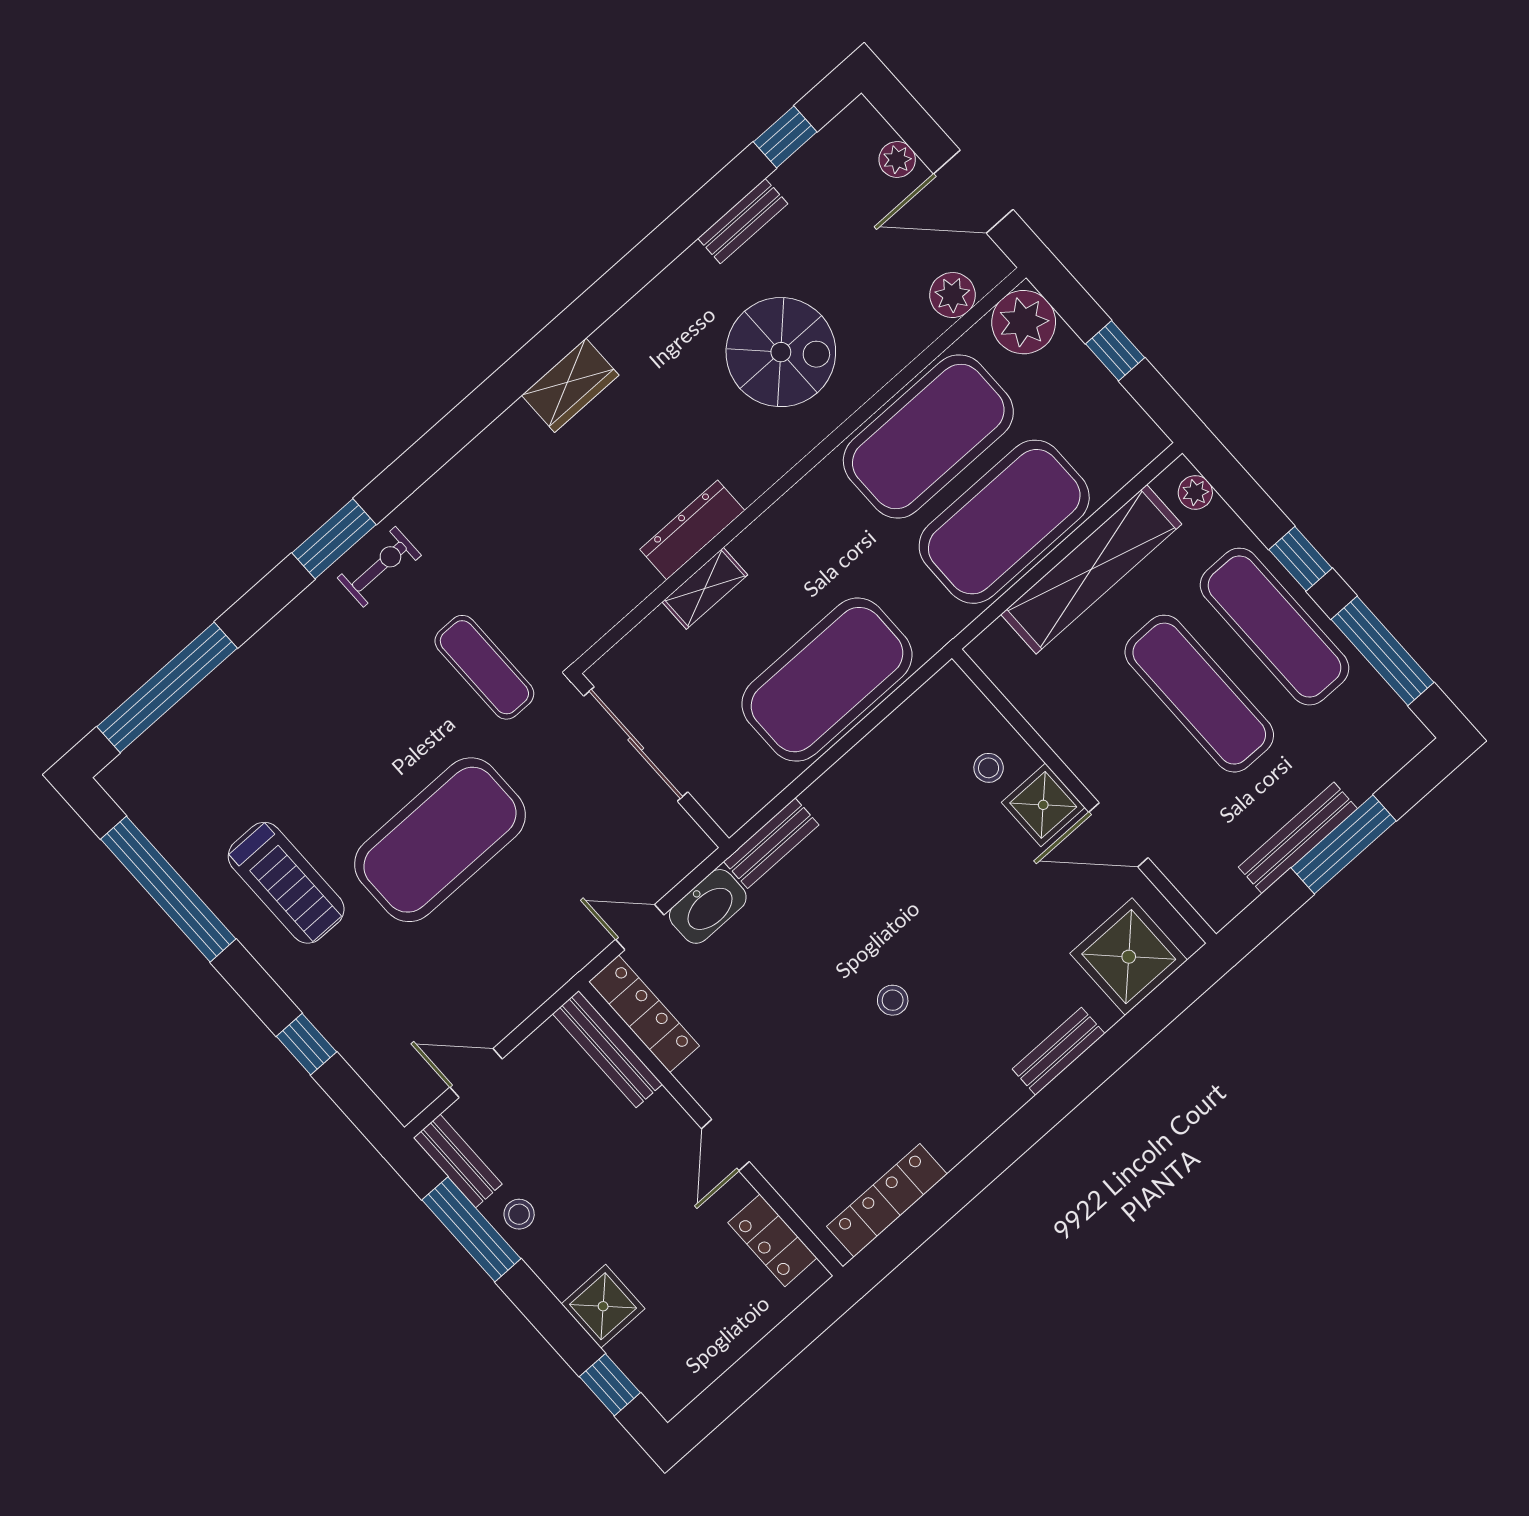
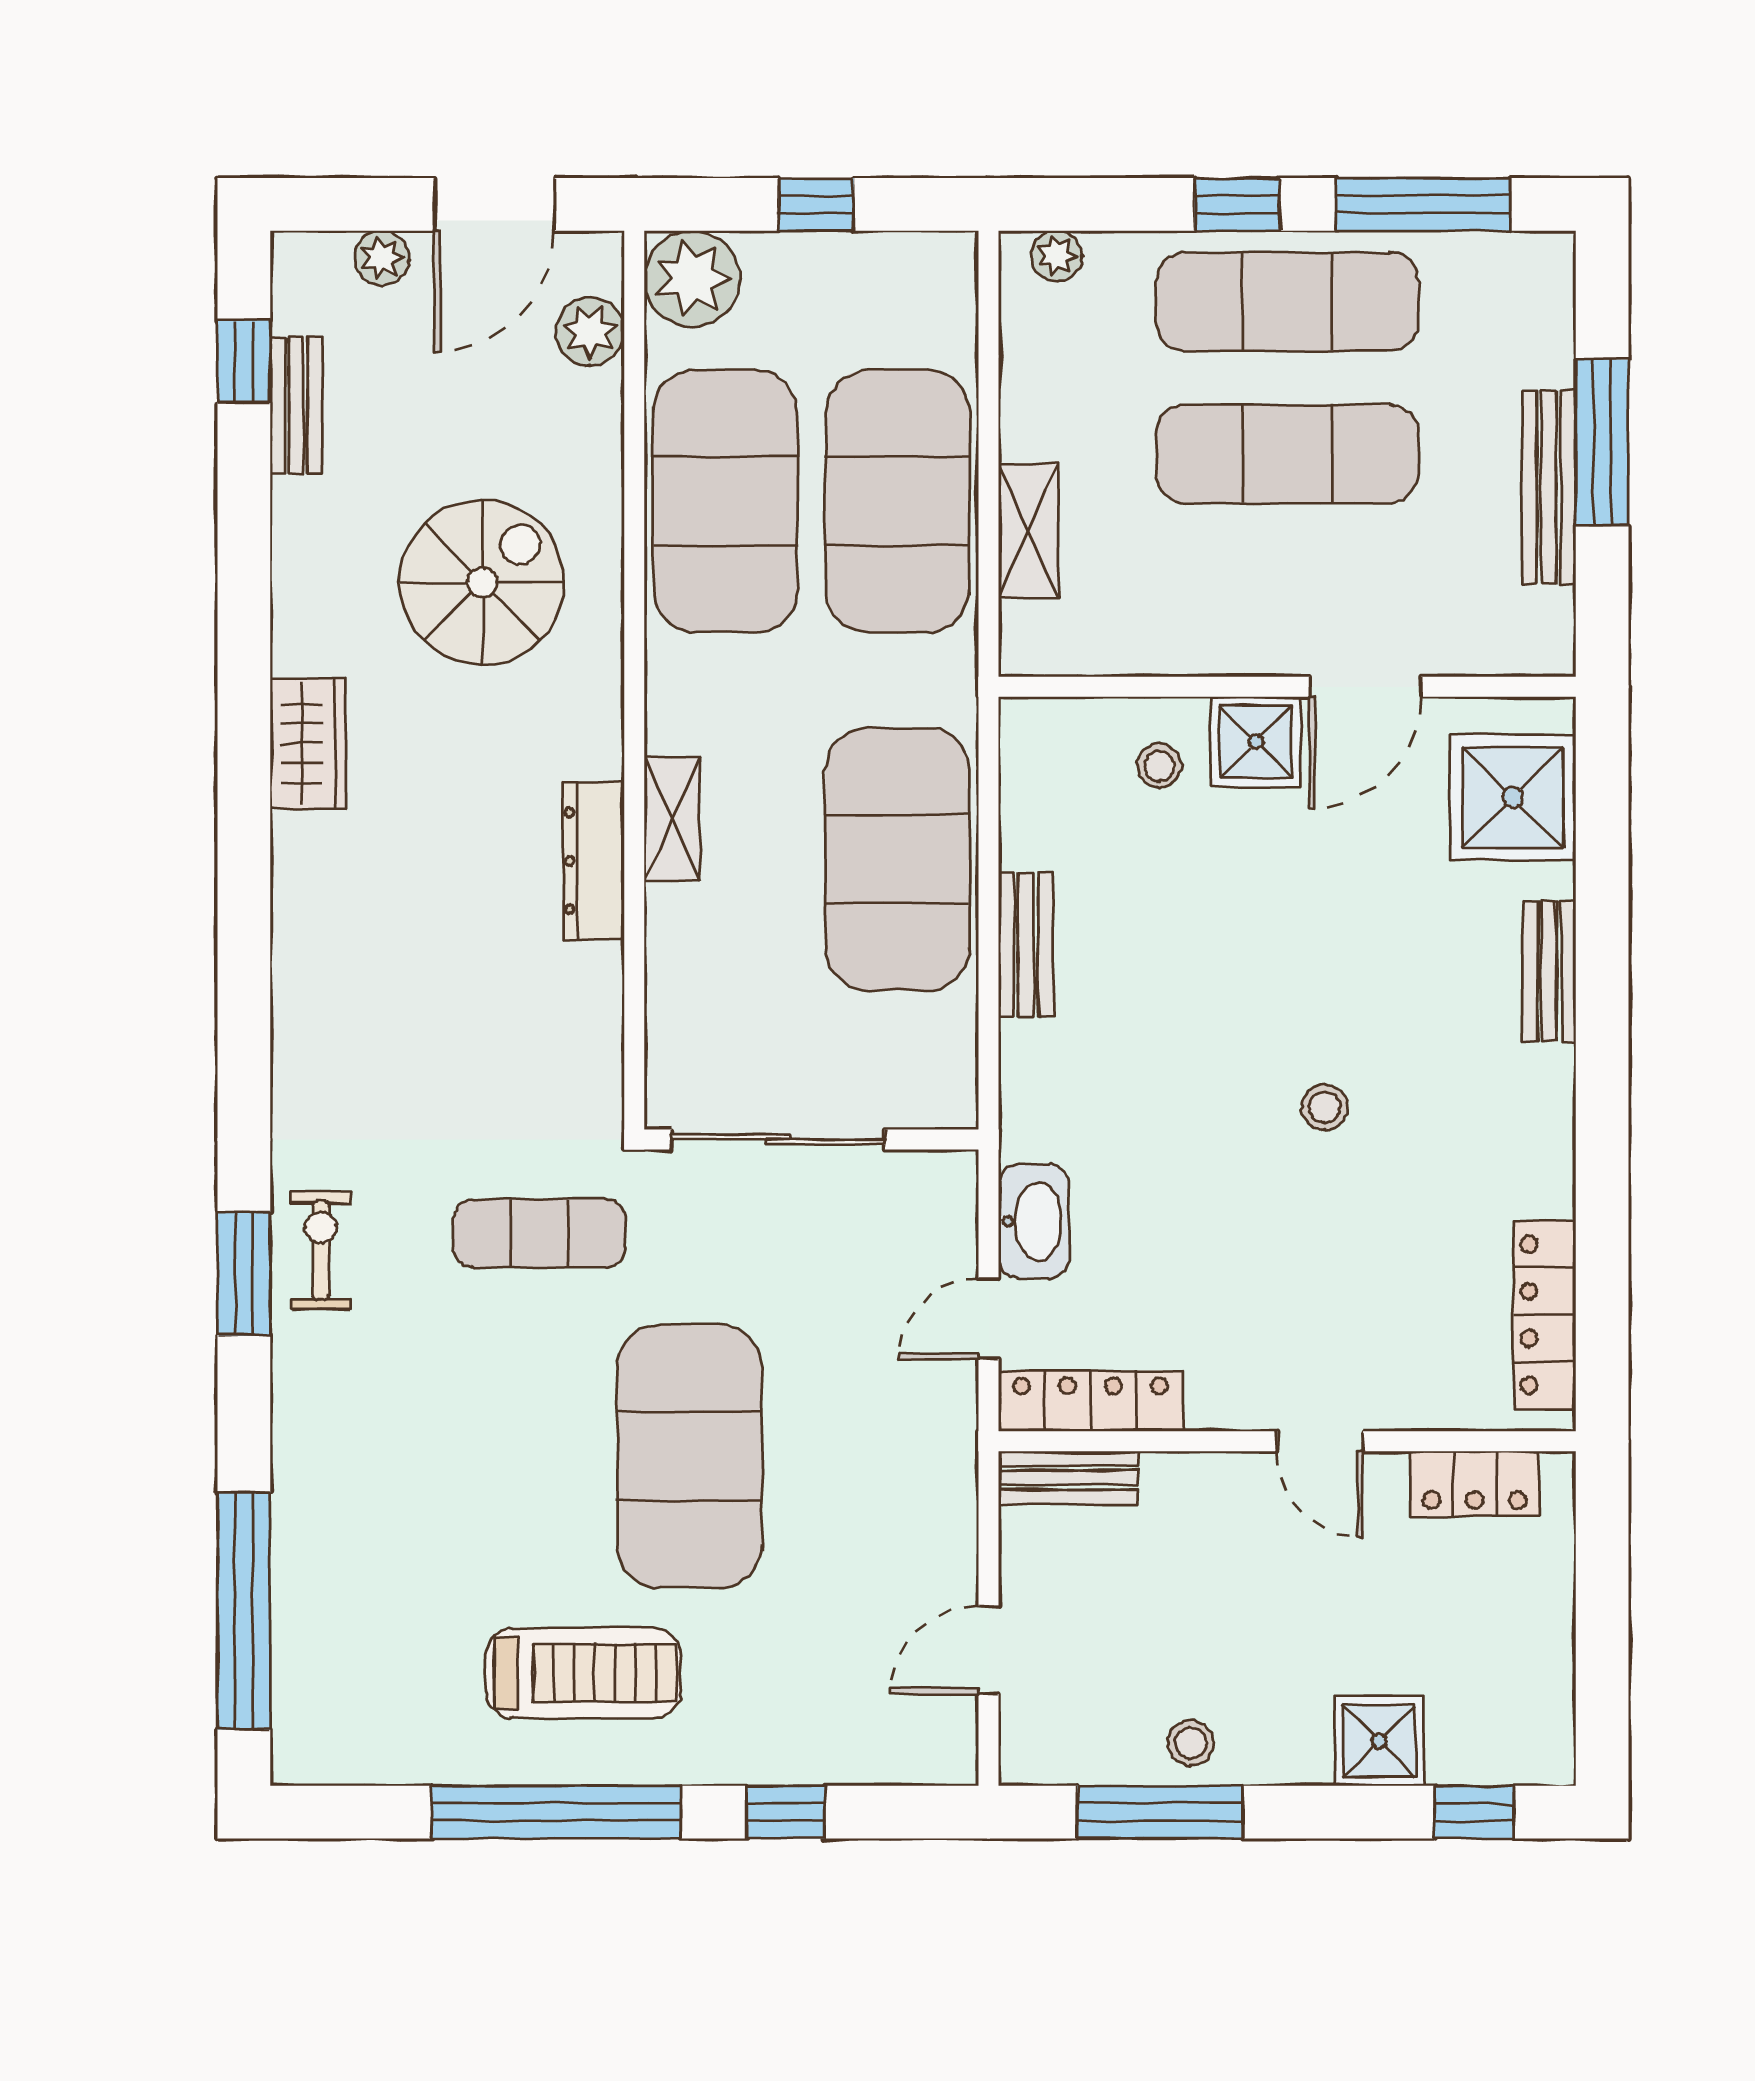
bench: (743, 221) -> (296, 405), moved
wardrobe: (570, 385) -> (308, 743), moved
shelving: (1091, 569) -> (1029, 531), width x0.45, depth x0.75
shelving: (705, 588) -> (672, 818), moved
bench: (771, 843) -> (1026, 945), moved
window: (168, 889) -> (556, 1812), moved
bench: (607, 1049) -> (1068, 1478), width x0.73
bench: (458, 1161) -> (1069, 1759), removed

